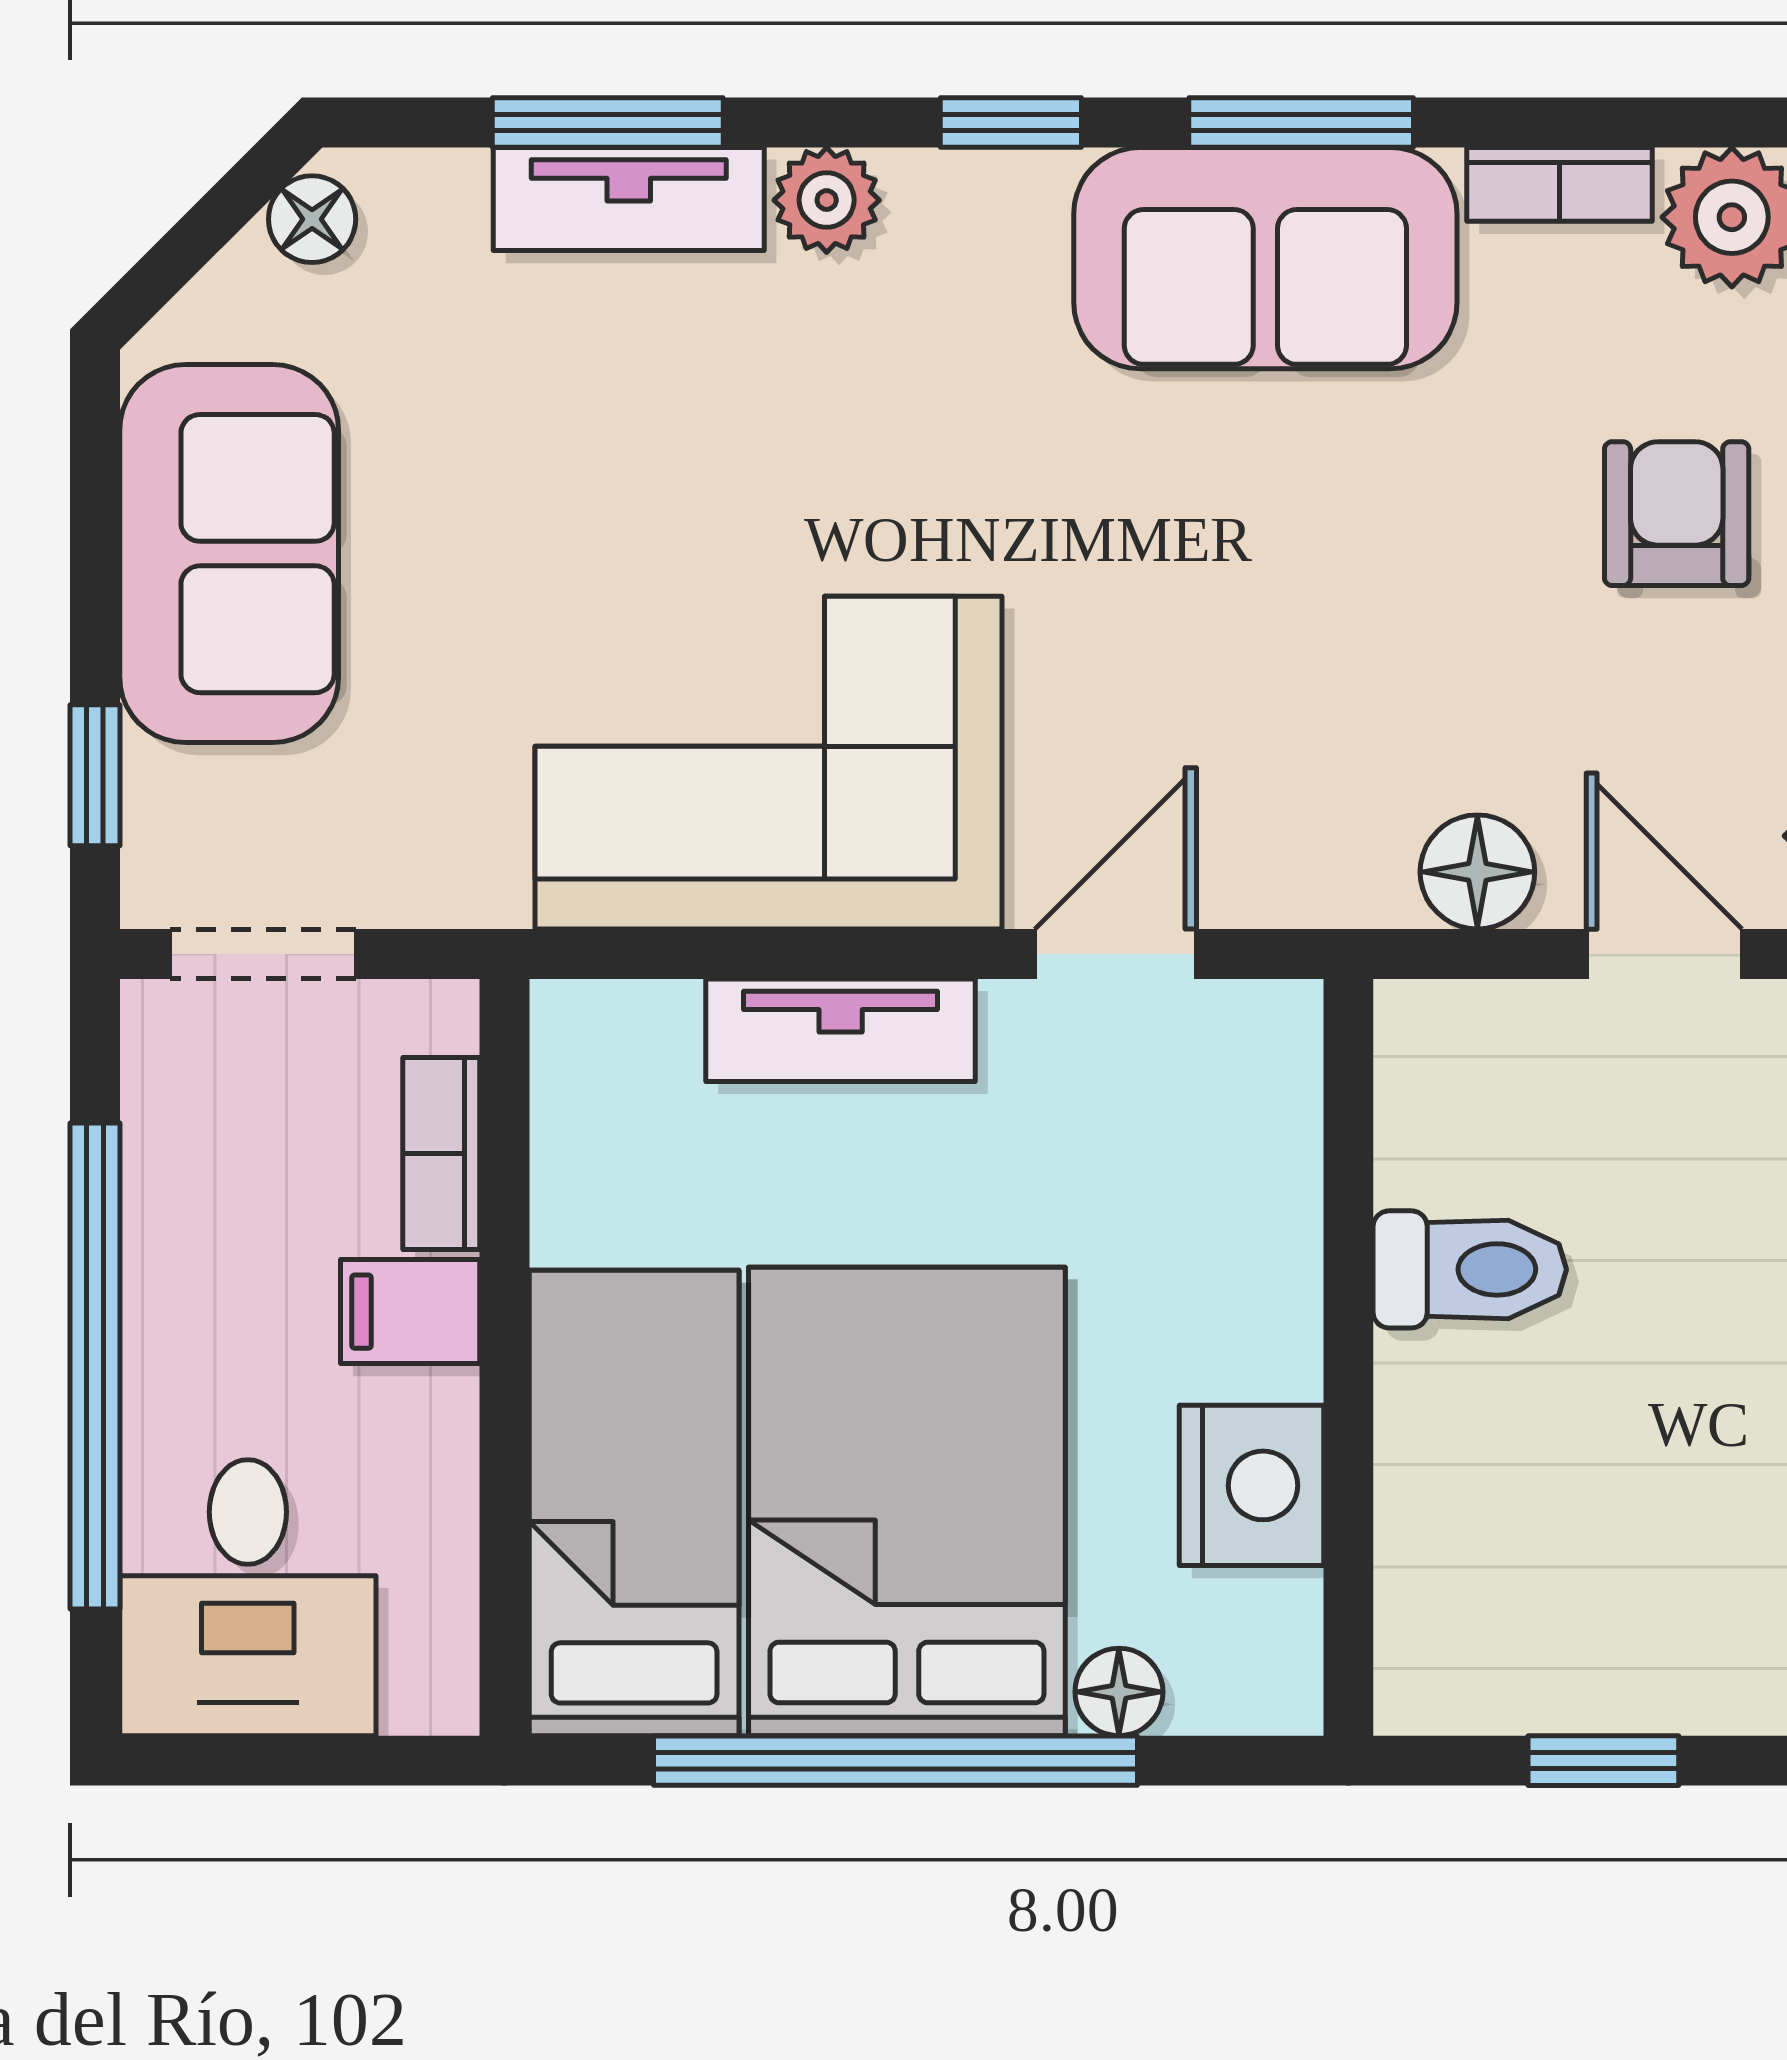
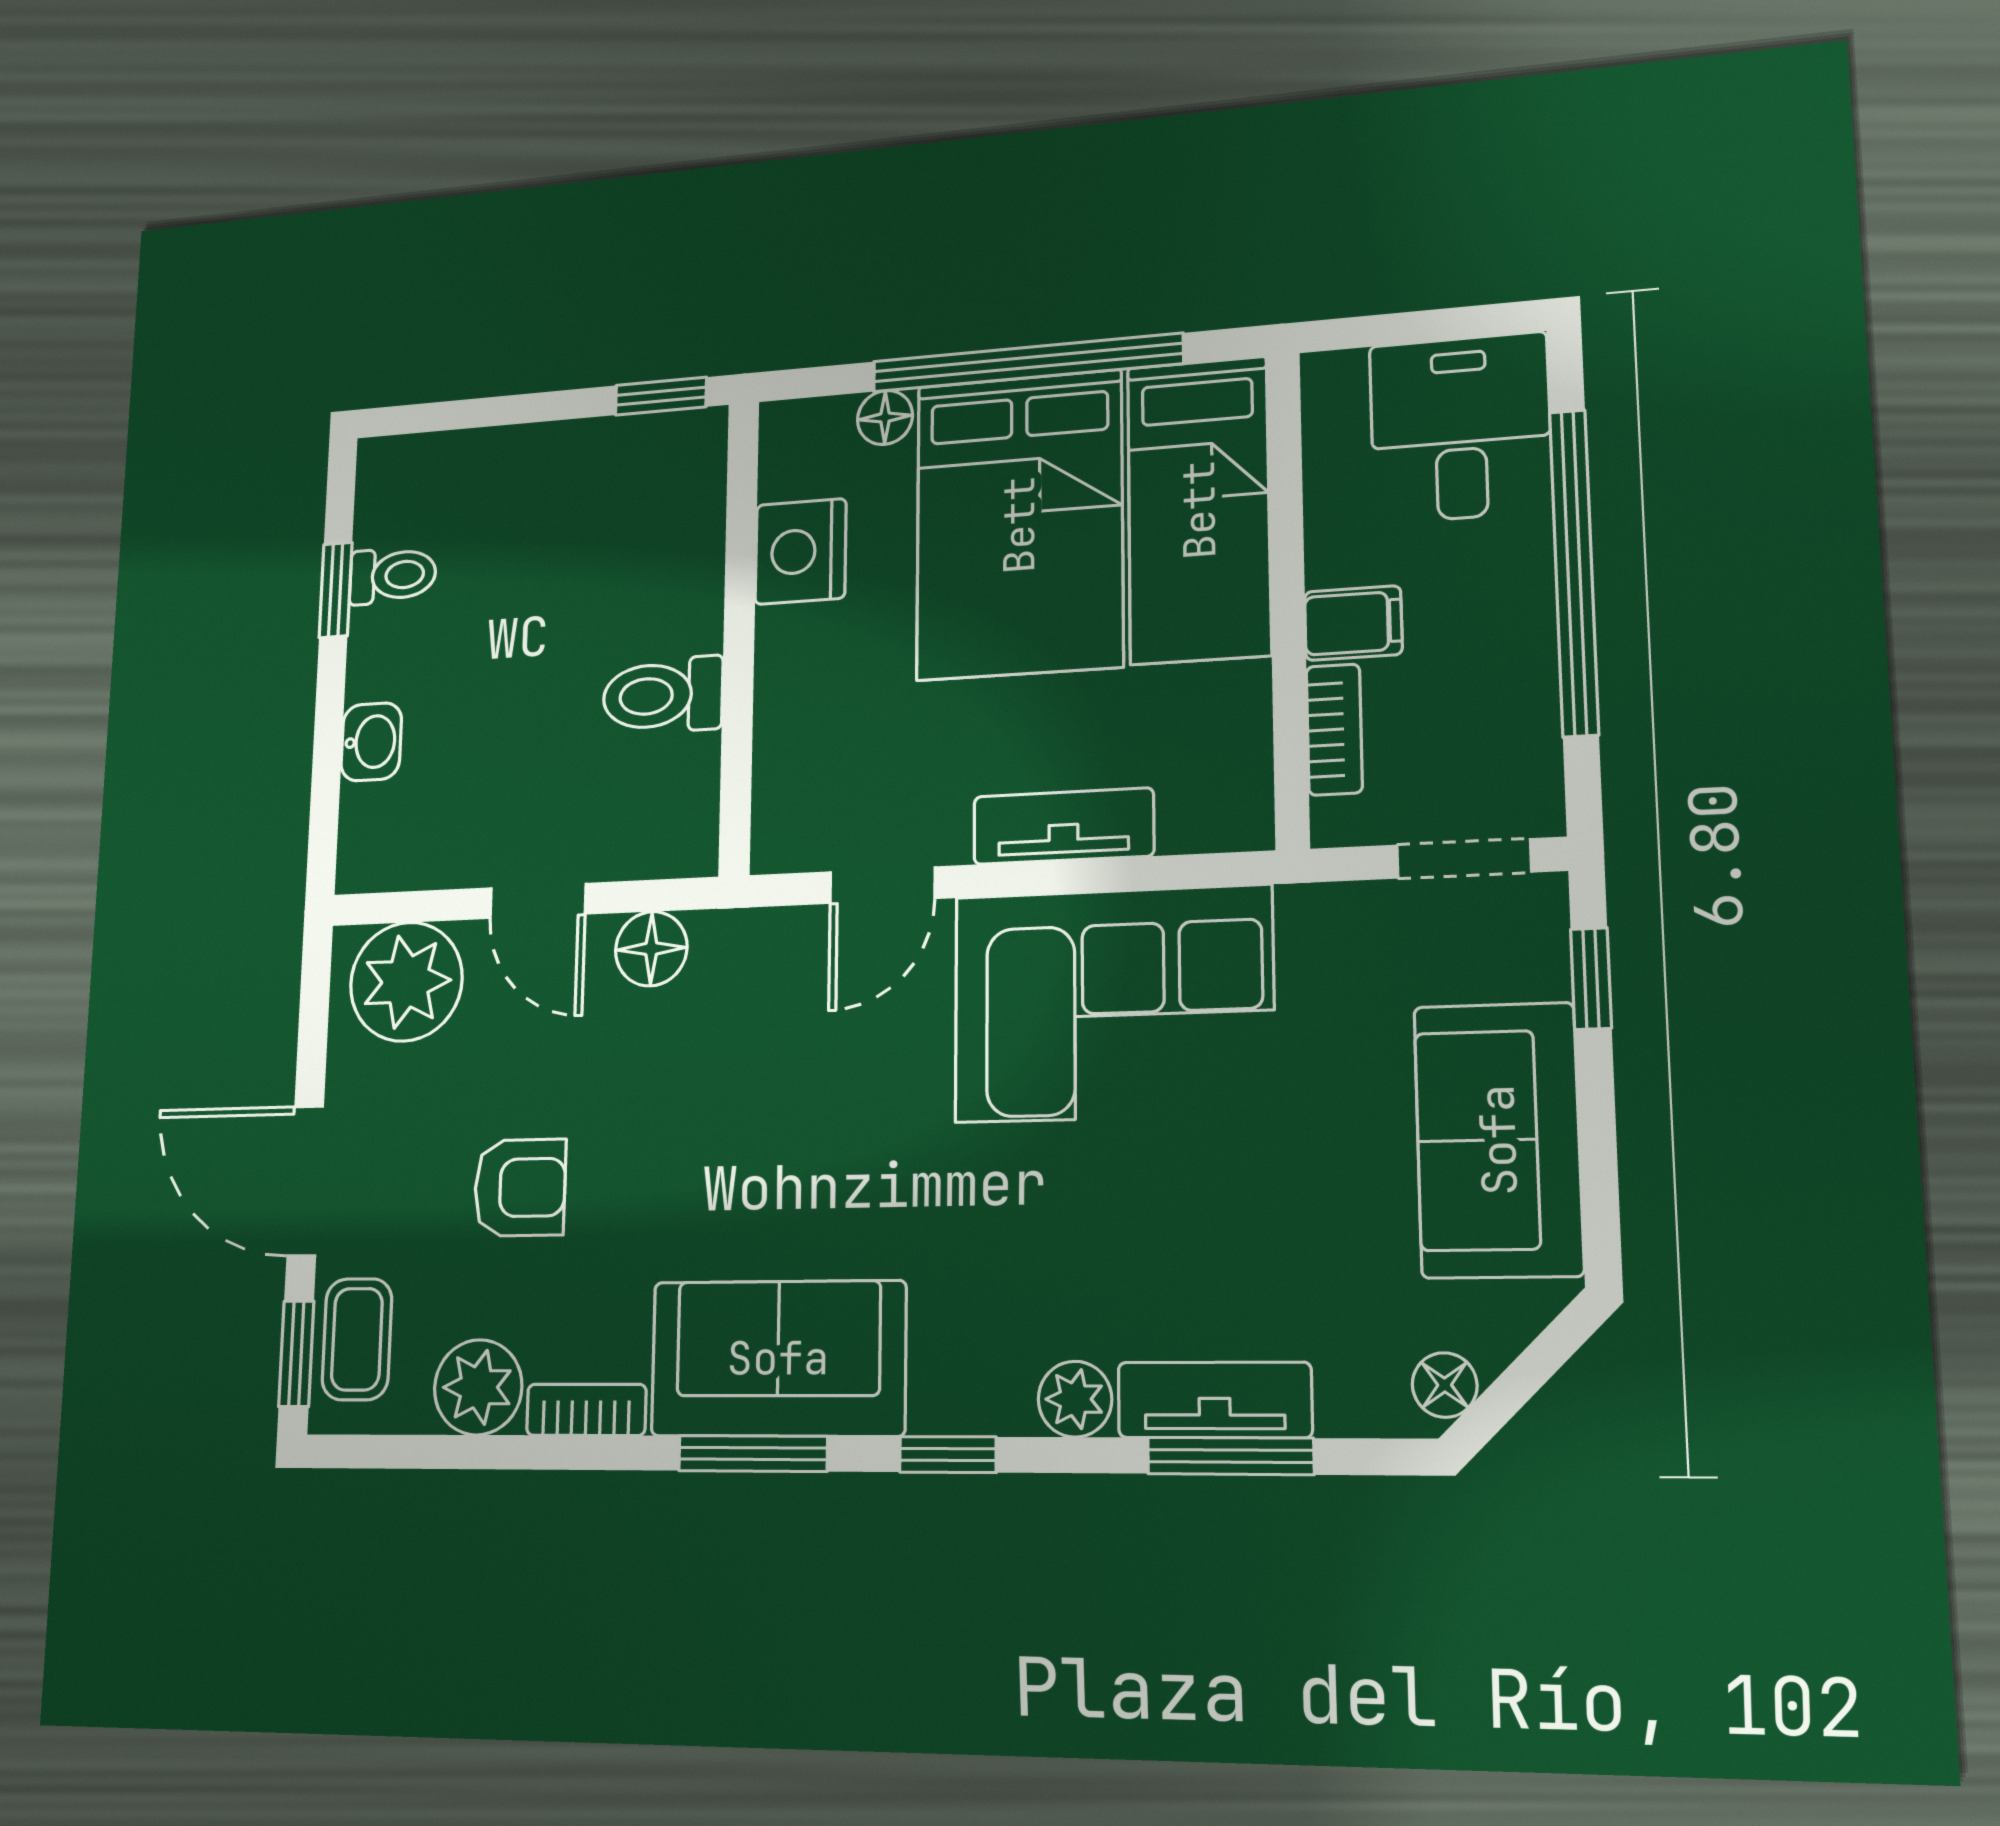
armchair: (1677, 514) -> (520, 1188), turned -90
window: (1603, 1761) -> (661, 396), moved

